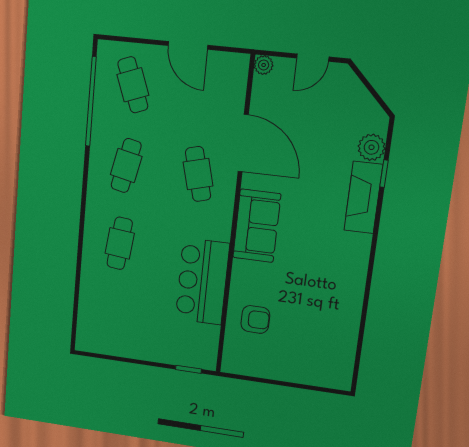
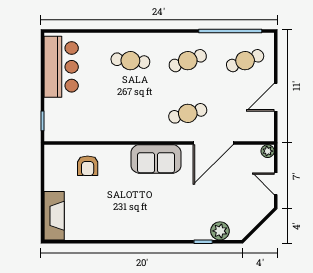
cafe table: (126, 166) -> (188, 61), turned -33
fireplace: (363, 197) -> (54, 216), moved, turned 90
bar counter: (202, 281) -> (61, 67), moved, turned 90

